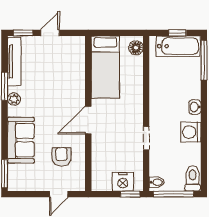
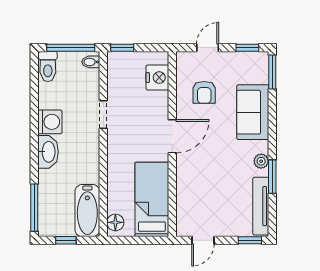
door: (50, 33) -> (203, 240), moved
bathtub: (178, 46) -> (87, 211), moved, turned -90
washbasin: (195, 107) -> (48, 152), width x1.91, depth x1.45
nightstand: (123, 182) -> (157, 78), moved, turned 90
window: (25, 194) -> (247, 48), added

